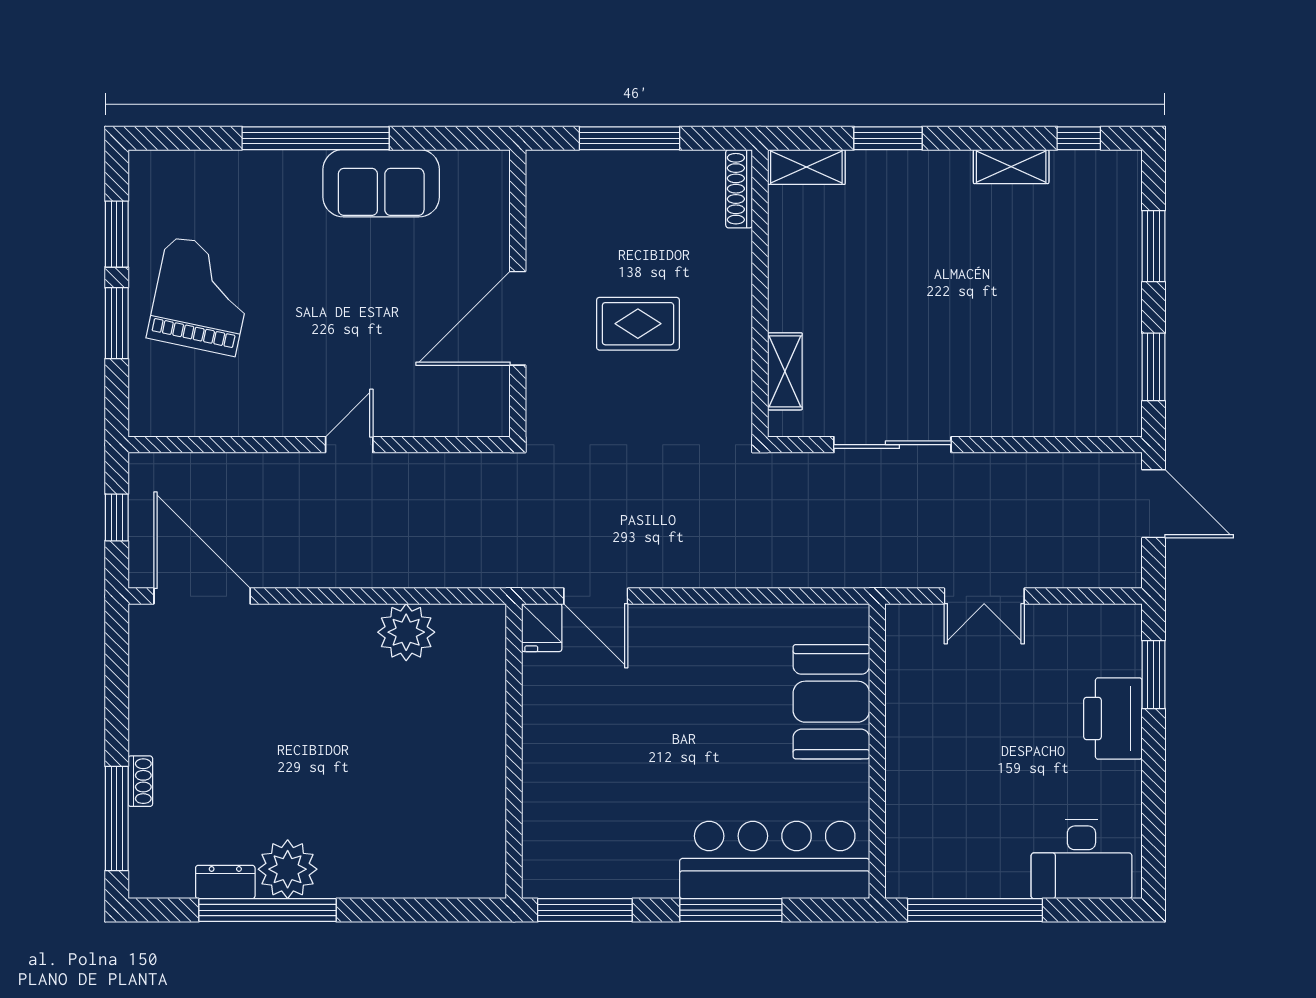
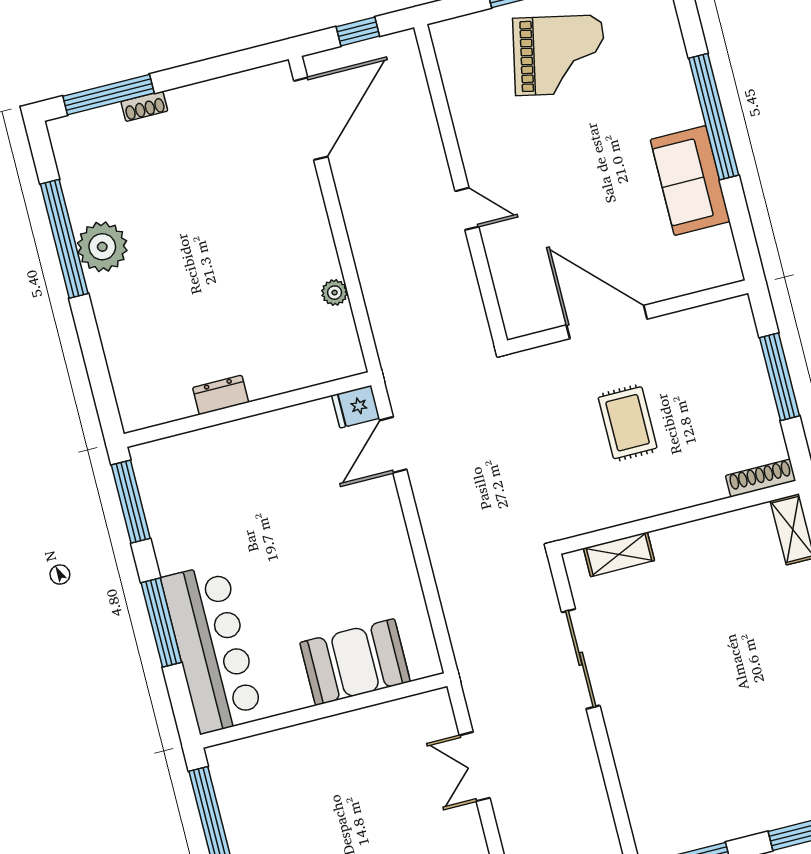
plant: (406, 632) -> (335, 293), width x0.53, depth x0.53
dresser: (225, 882) -> (221, 395), moved, turned -90

